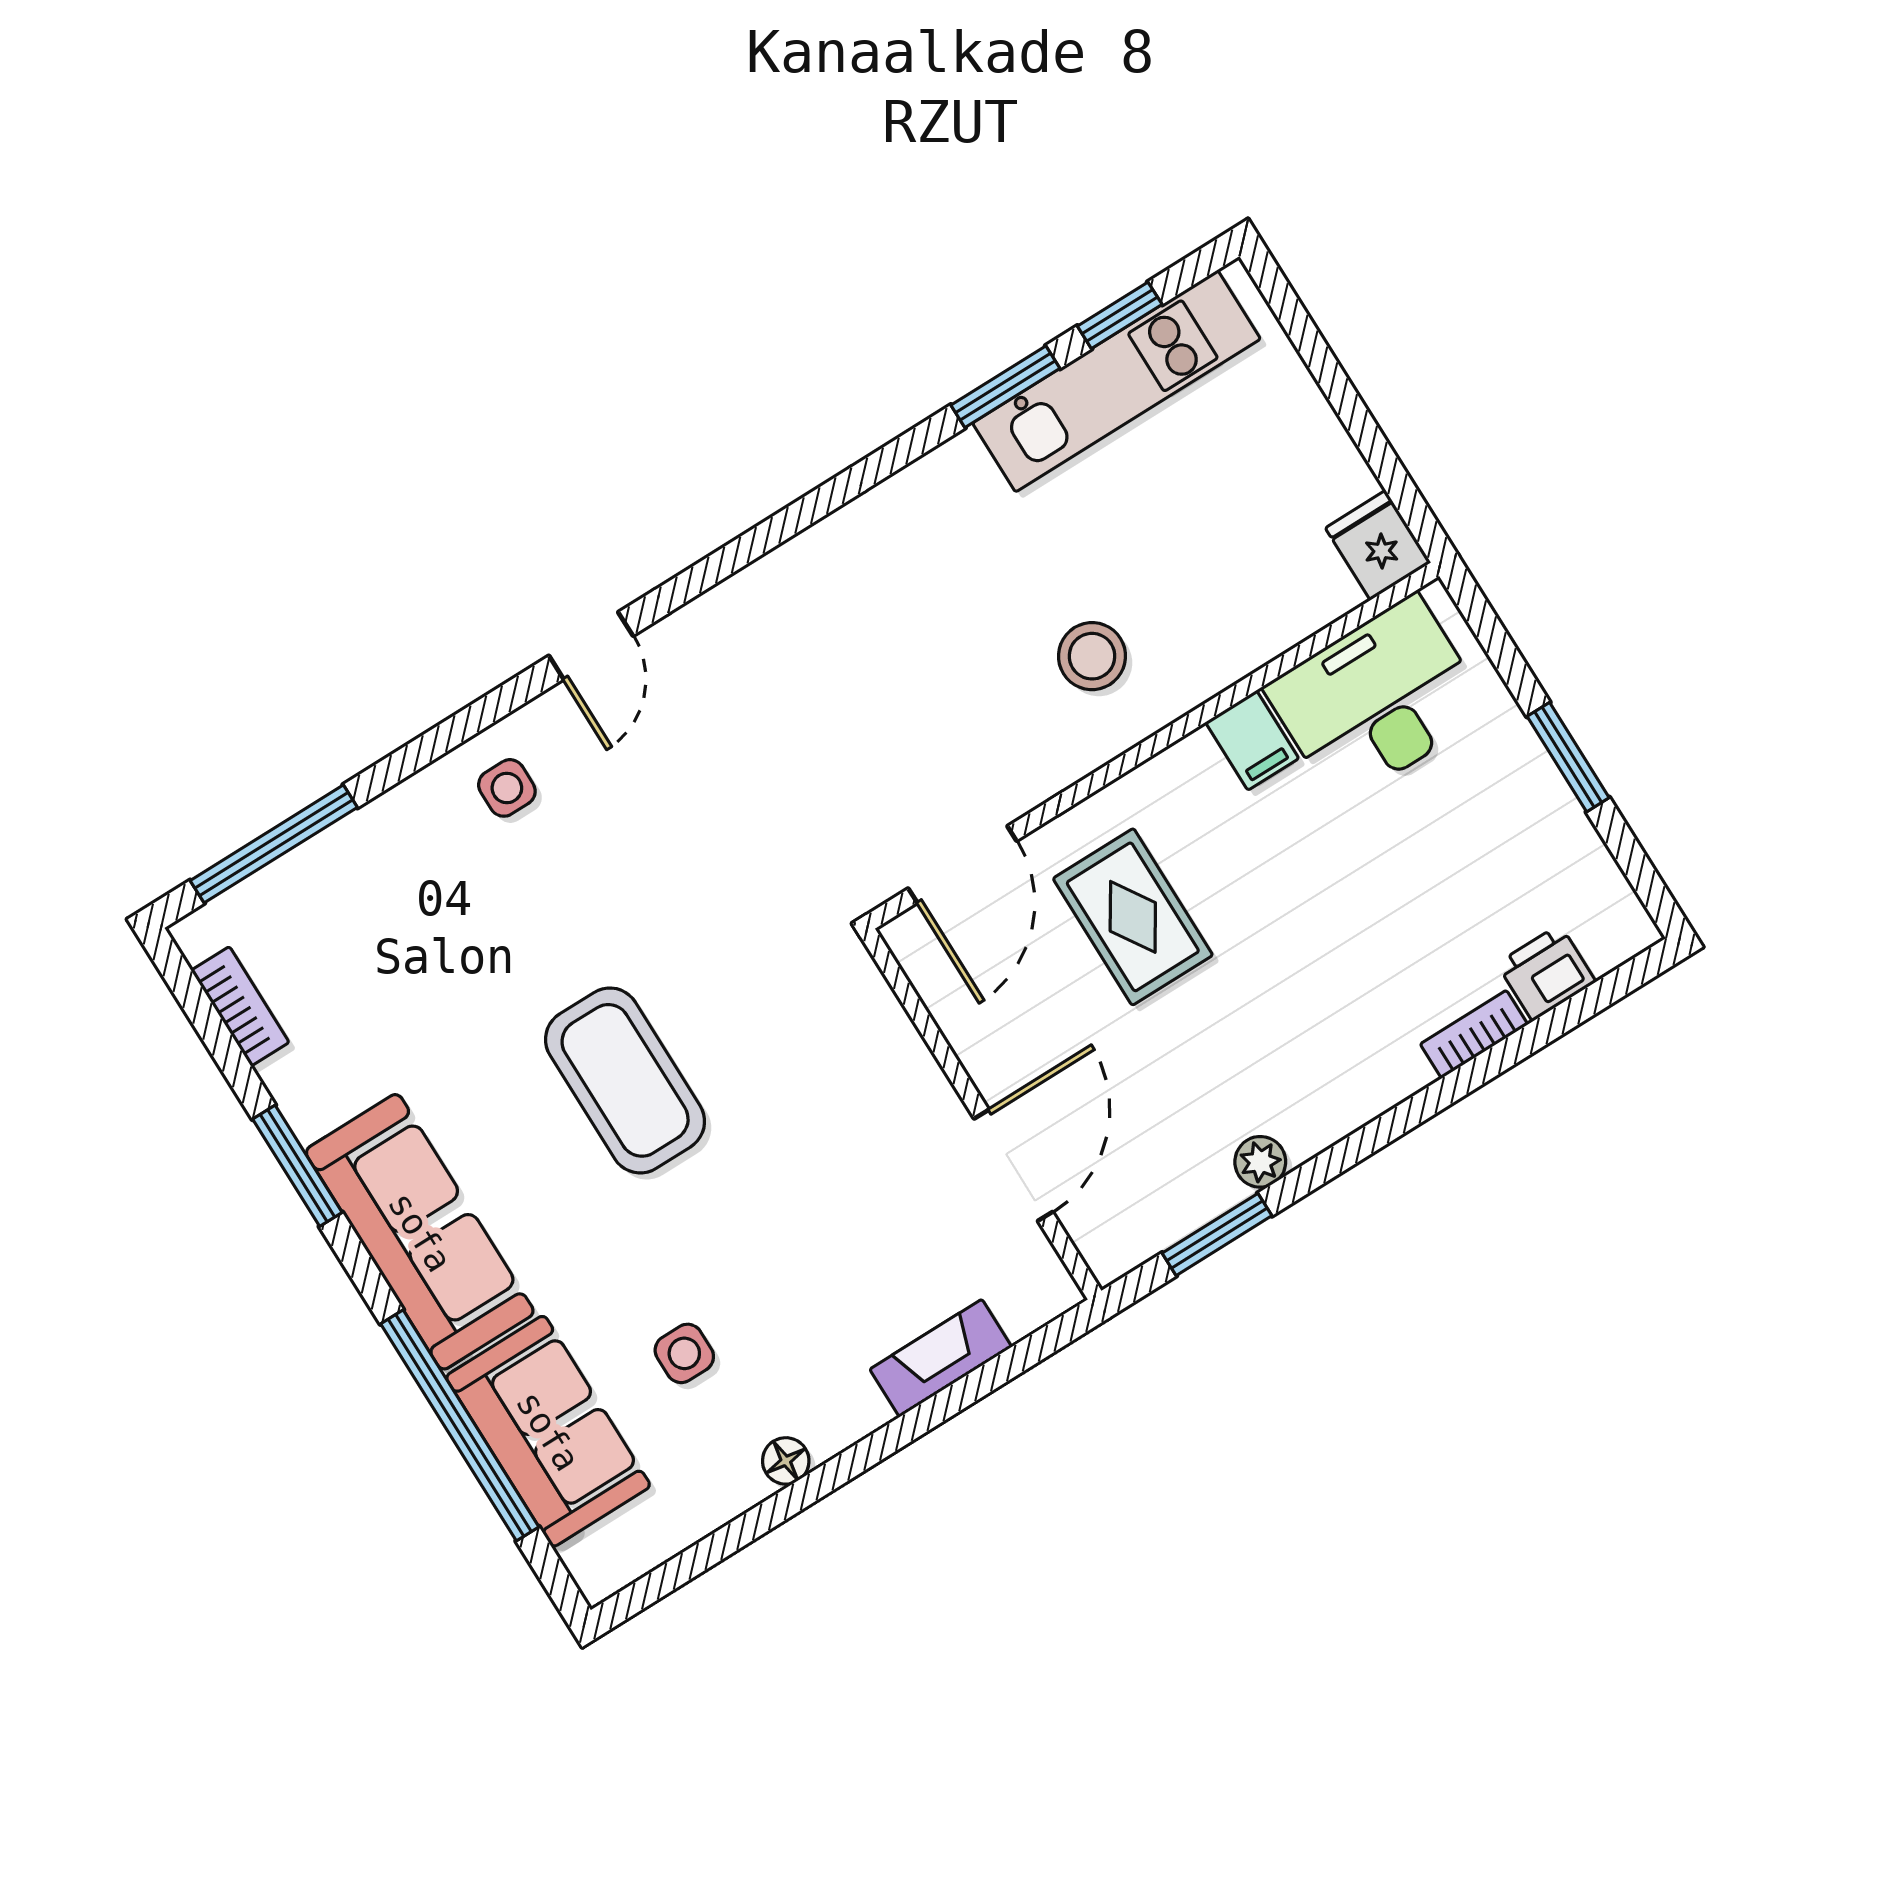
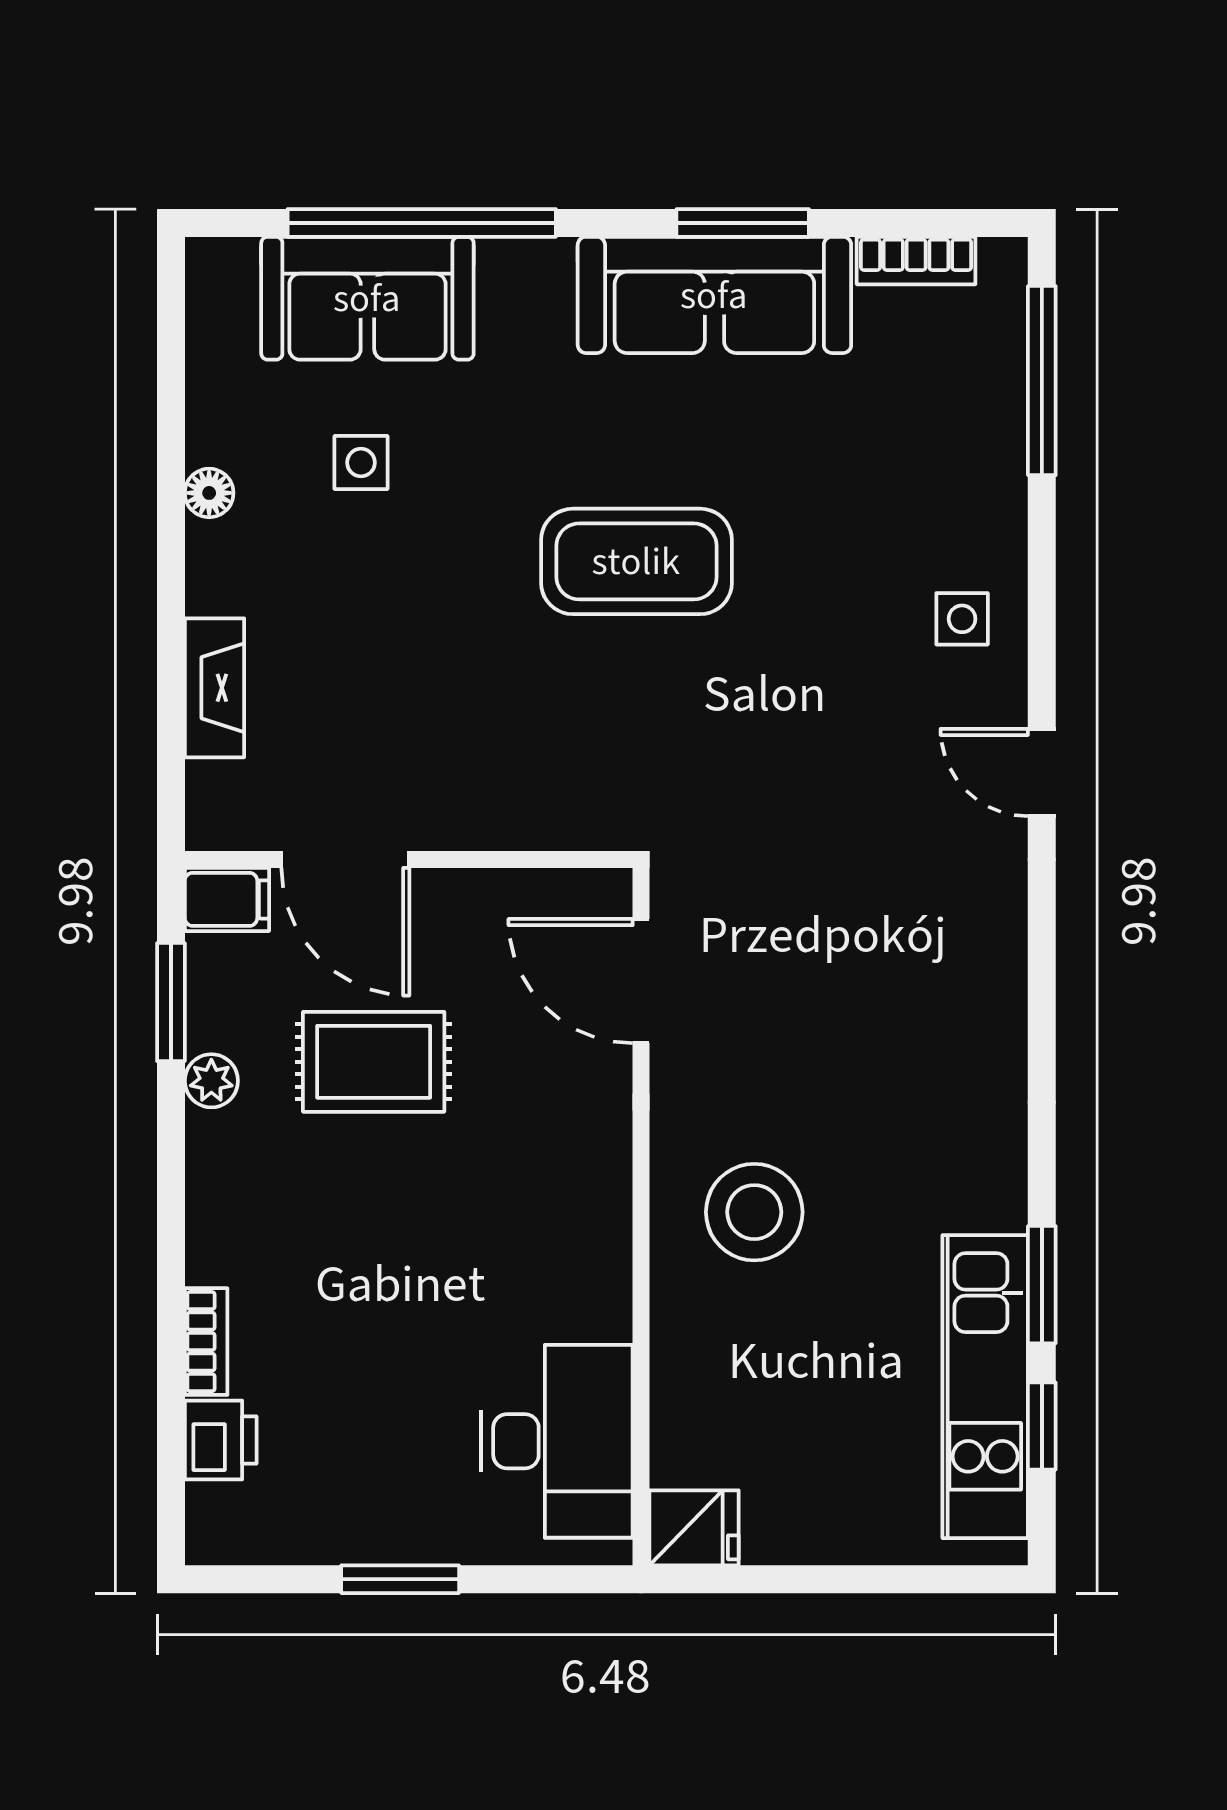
stool: (1092, 656) -> (754, 1212), width x1.38, depth x1.38
filing cabinet: (1252, 740) -> (227, 899), moved, turned 180
rug: (1133, 917) -> (374, 1062), moved
sofa: (420, 1232) -> (714, 295), moved

